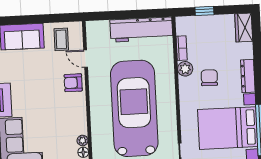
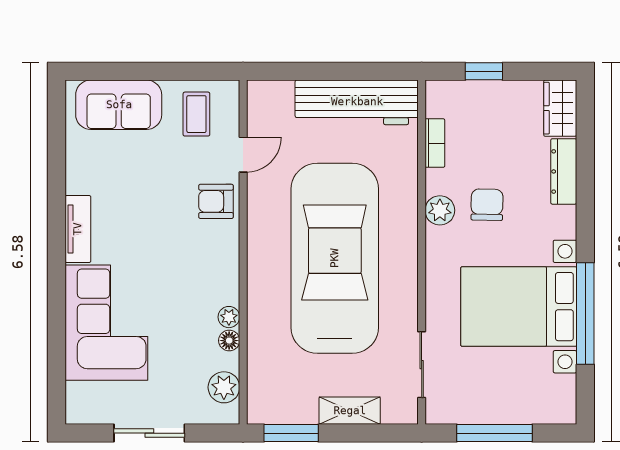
door: (86, 59) -> (243, 155), swing flipped
plant: (185, 69) -> (440, 210), moved
dresser: (248, 76) -> (564, 171), moved

